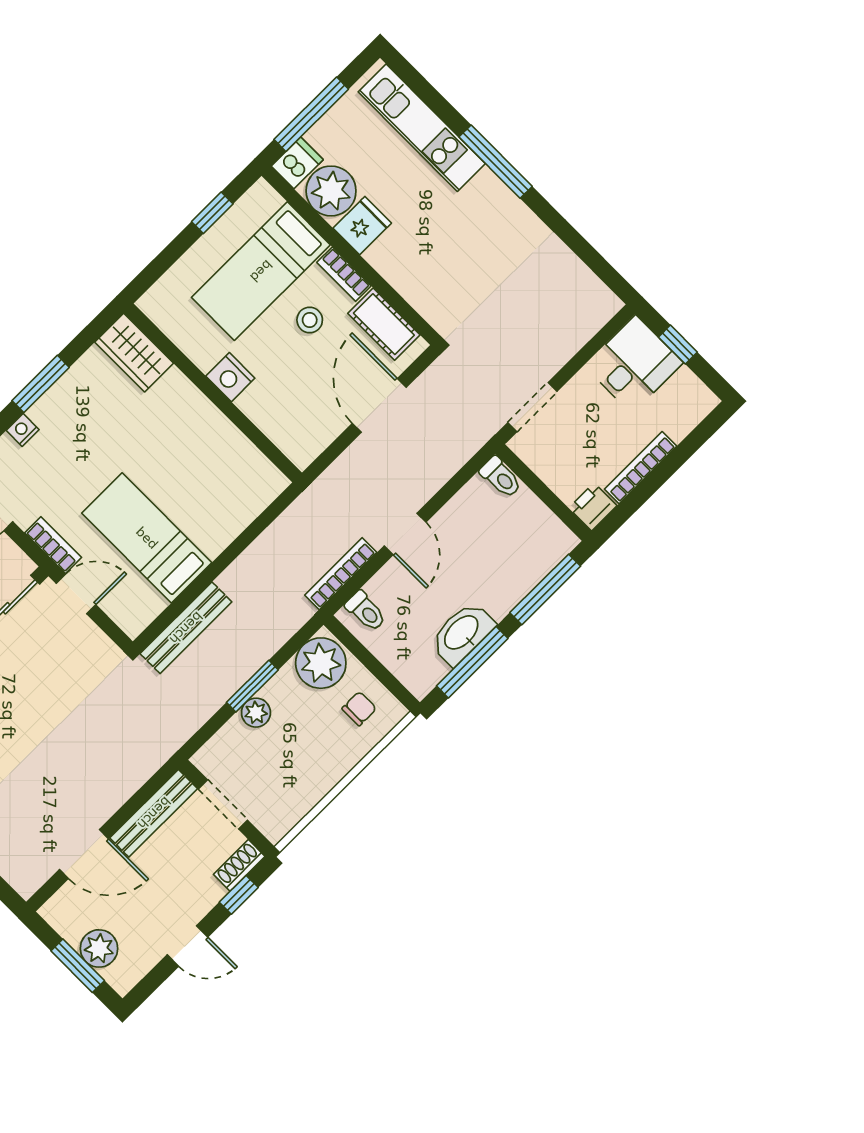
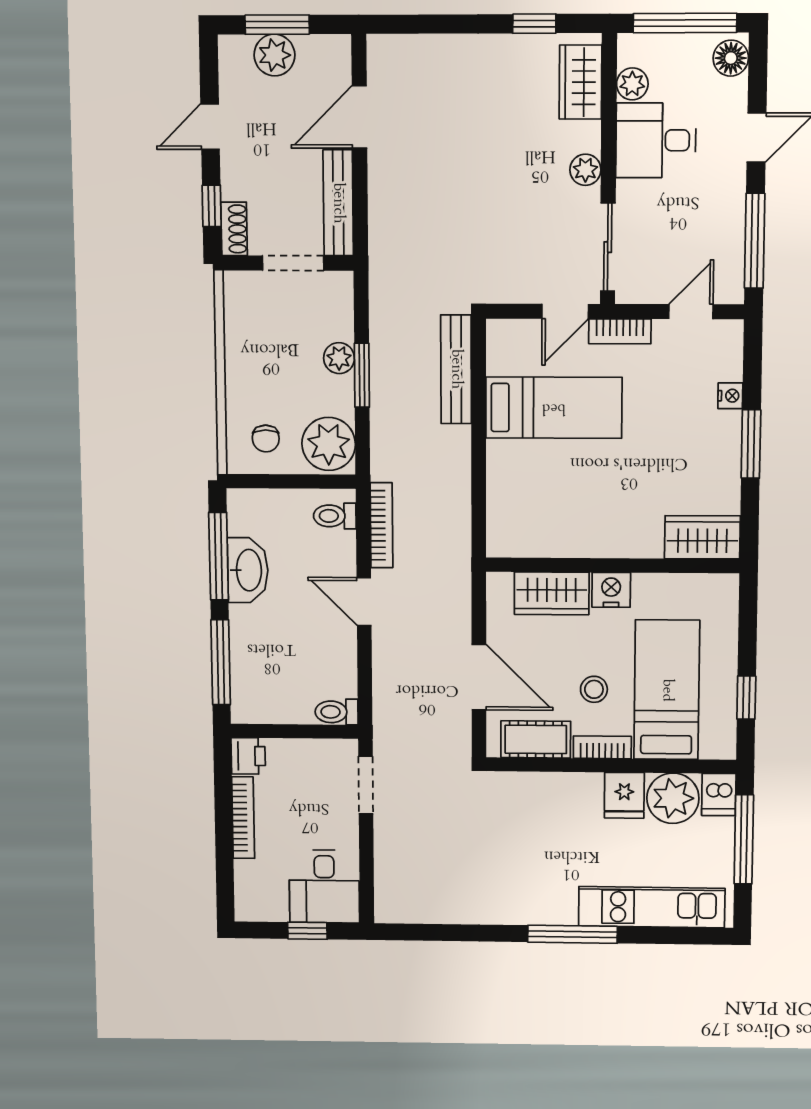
wardrobe: (273, 414) -> (552, 593), added

